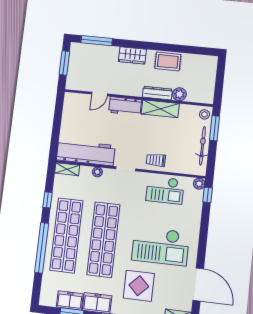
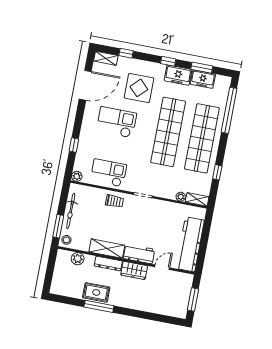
window: (97, 41) -> (99, 306), moved
wardrobe: (132, 55) -> (134, 270), moved, turned 180
plant: (179, 94) -> (78, 259), moved
workbench: (86, 153) -> (190, 244), moved, turned 90
plant: (97, 172) -> (181, 197), moved
window: (208, 195) -> (74, 145), moved
checkout: (161, 246) -> (116, 122), width x0.73, depth x0.83
window: (42, 248) -> (229, 110), moved
door: (198, 284) -> (85, 85), swing flipped

